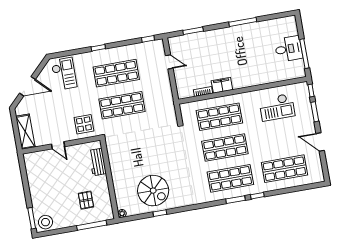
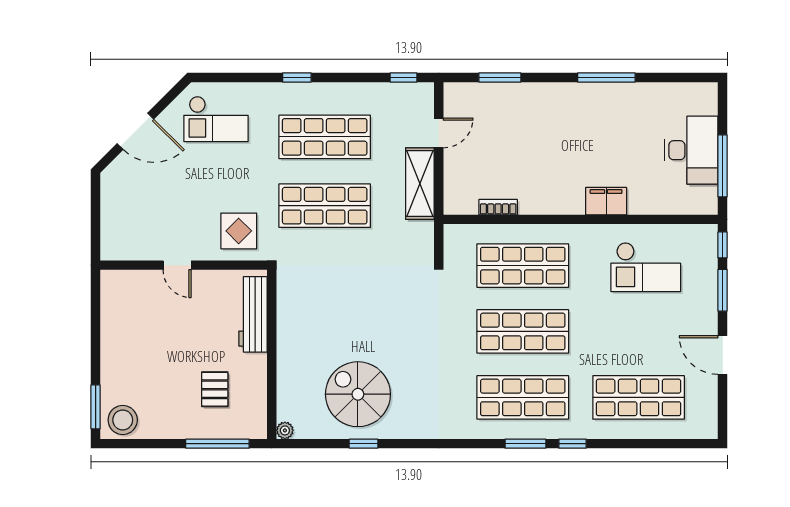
desk: (288, 49) -> (691, 150), width x1.37
door: (169, 62) -> (439, 133), hinge flipped
checkout: (64, 74) -> (216, 119), turned 90
filing cabinet: (222, 85) -> (606, 201), moved
shelving: (25, 132) -> (420, 184), moved
workbench: (98, 162) -> (253, 314), width x1.37
spiral stairs: (153, 191) -> (358, 394), turned 180

